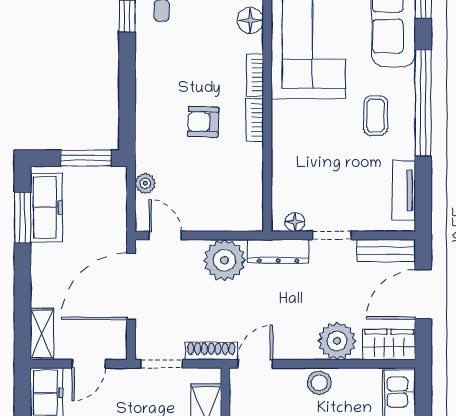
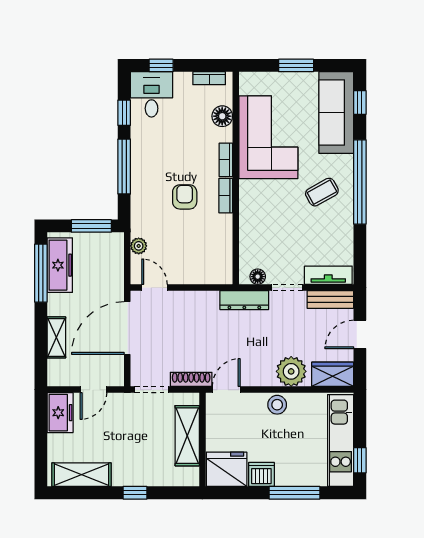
window: (127, 84) -> (124, 167), added
coffee table: (376, 116) -> (322, 192), turned 61
armchair: (203, 122) -> (185, 197), turned 88
tv unit: (404, 190) -> (328, 275), moved, turned 90
window: (22, 217) -> (41, 273), width x1.44
plant: (225, 260) -> (202, 307), removed
door: (423, 295) -> (360, 334), width x0.73
shelving: (42, 334) -> (56, 337), moved

